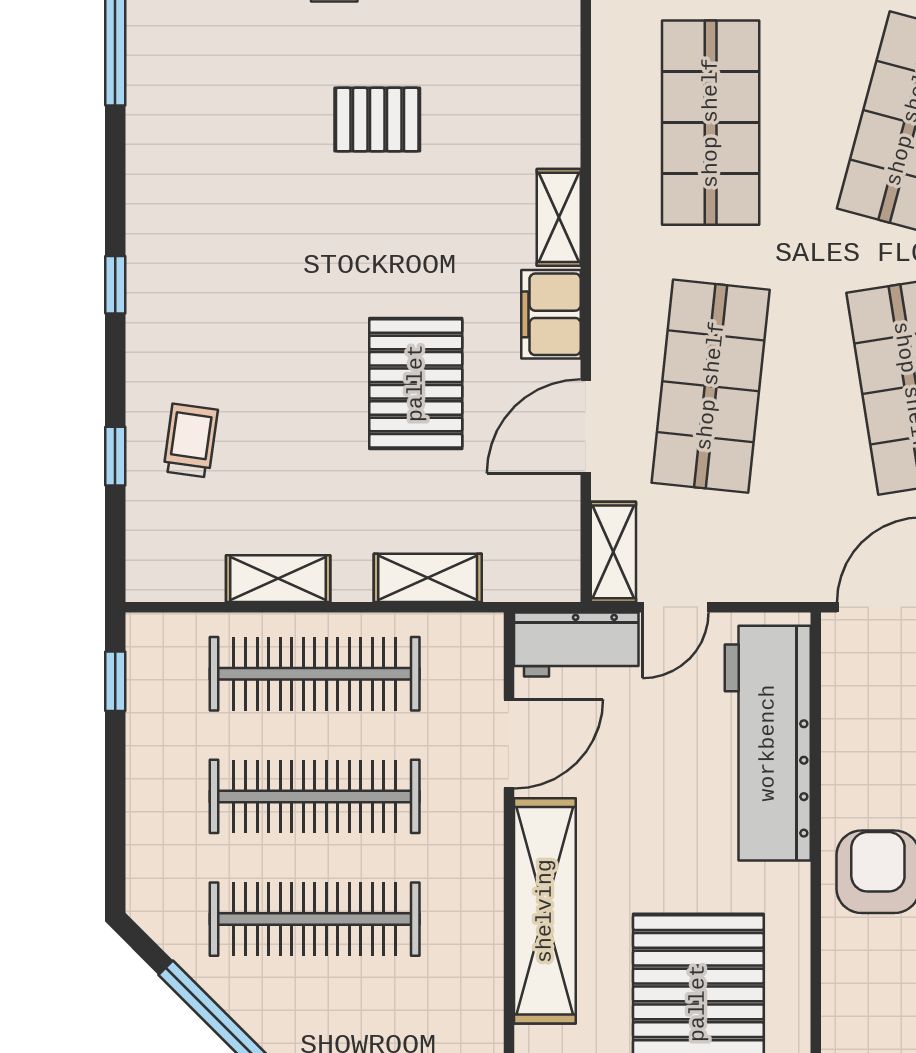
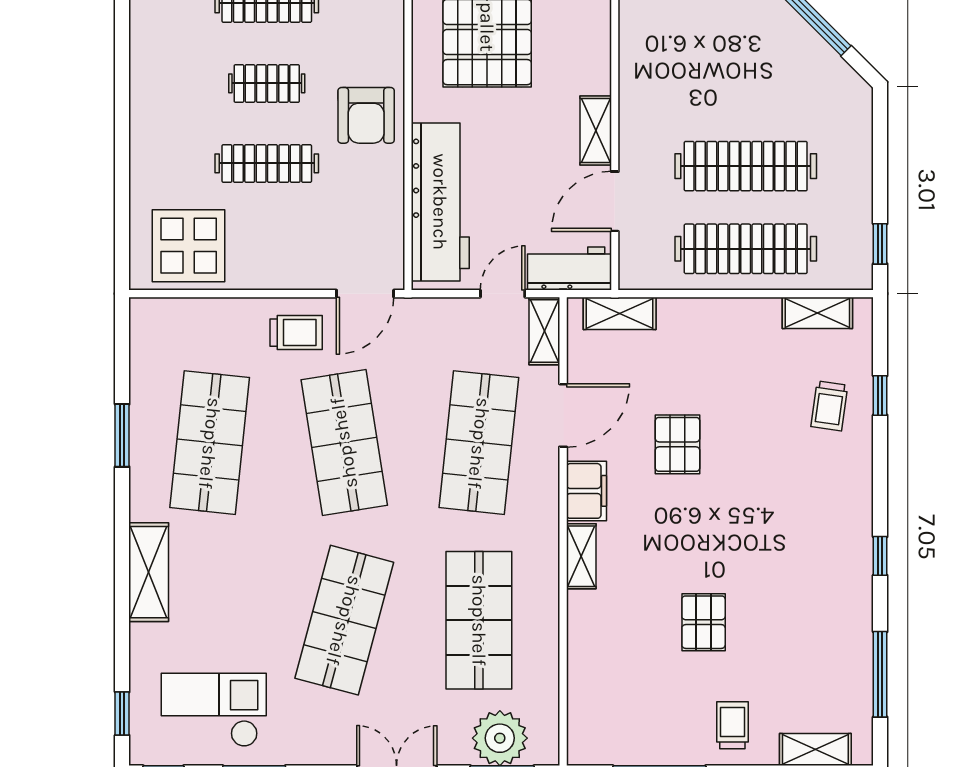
pallet: (377, 120) -> (704, 622), turned 90
window: (115, 285) -> (880, 556), moved
pallet: (416, 383) -> (678, 444), width x0.67, depth x0.71
shelving: (428, 578) -> (620, 313), moved
shelving: (278, 579) -> (817, 313), moved
shelving: (545, 911) -> (596, 130), width x0.45, depth x0.75
clothes rail: (315, 919) -> (746, 83), removed

